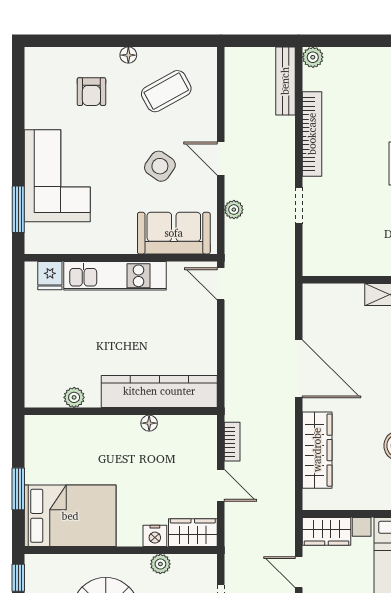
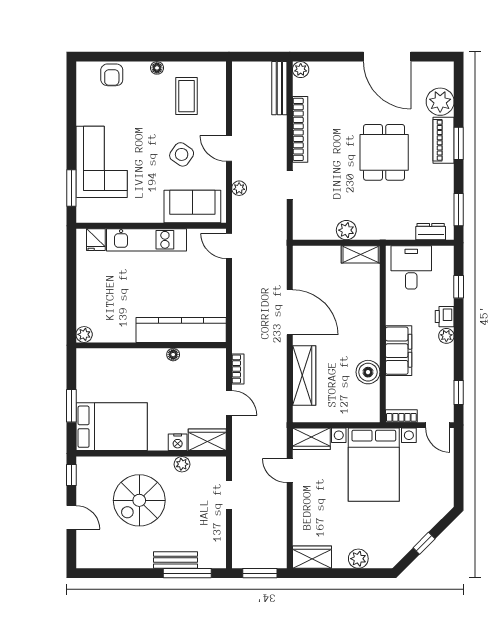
coffee table: (166, 91) -> (187, 96), turned -61
armchair: (91, 92) -> (112, 75), moved
plant: (371, 263) -> (346, 230), added
plant: (74, 397) -> (84, 334), moved

